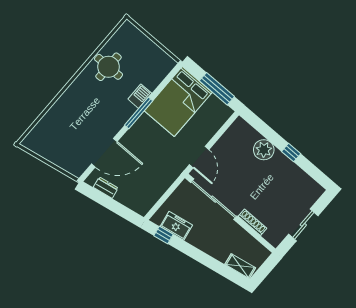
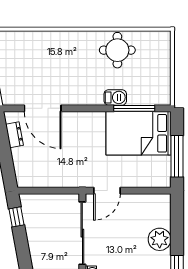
window: (138, 113) -> (134, 108), moved
freezer: (176, 226) -> (33, 221), removed

